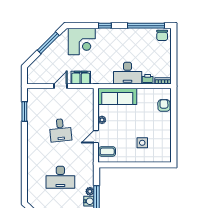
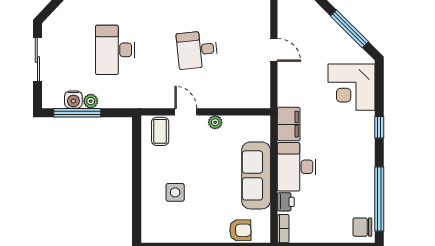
filing cabinet: (81, 78) -> (289, 124), moved
sofa: (117, 96) -> (256, 175), moved

